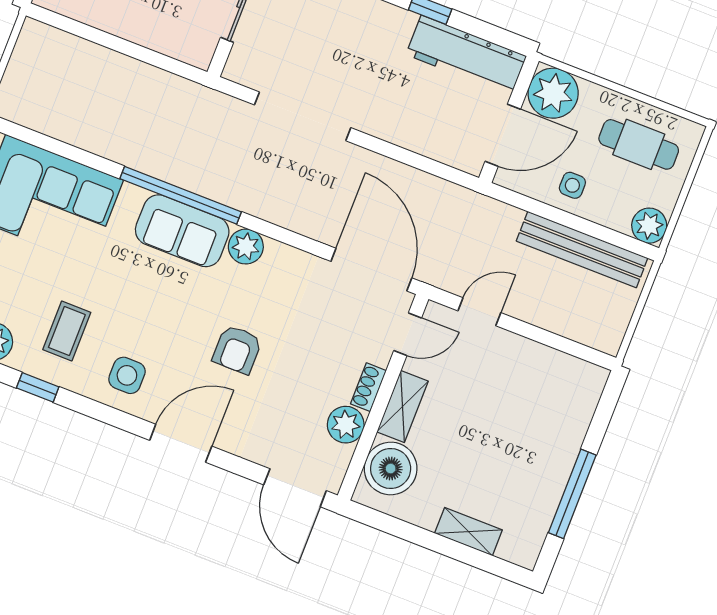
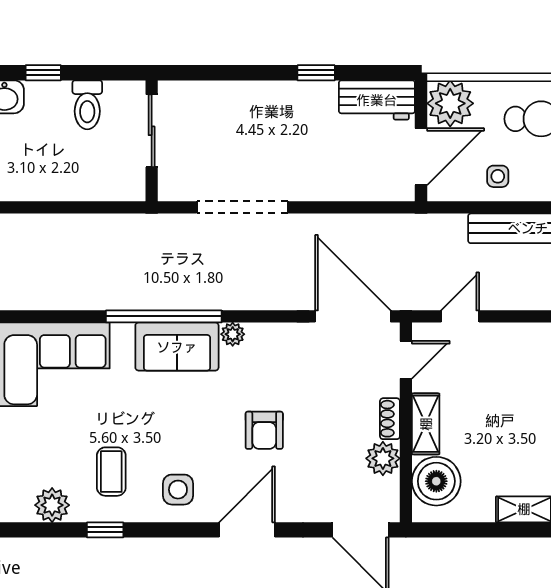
workbench: (466, 55) -> (377, 100), width x0.73
plant: (246, 246) -> (233, 334), width x0.73, depth x0.73

